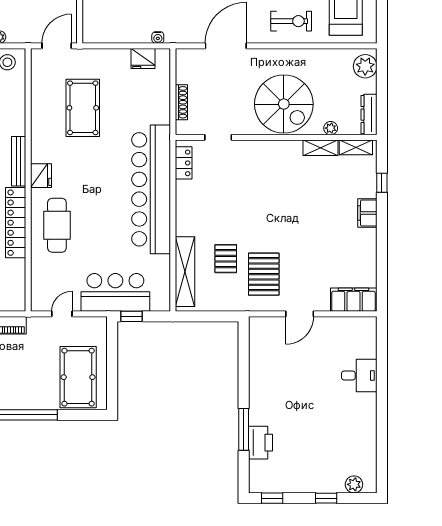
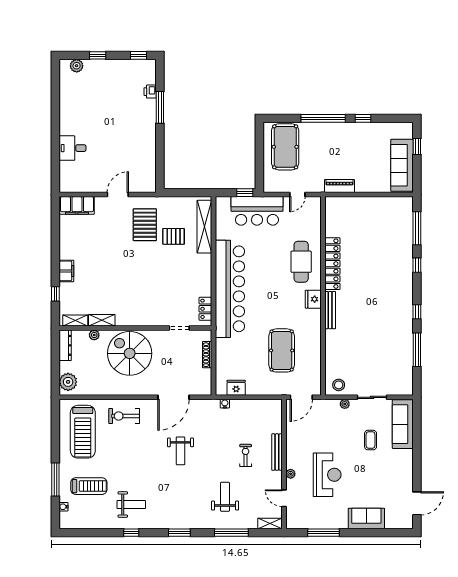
pallet: (226, 259) -> (174, 236), turned 90
printer: (261, 443) -> (150, 92), width x0.53, depth x0.68

